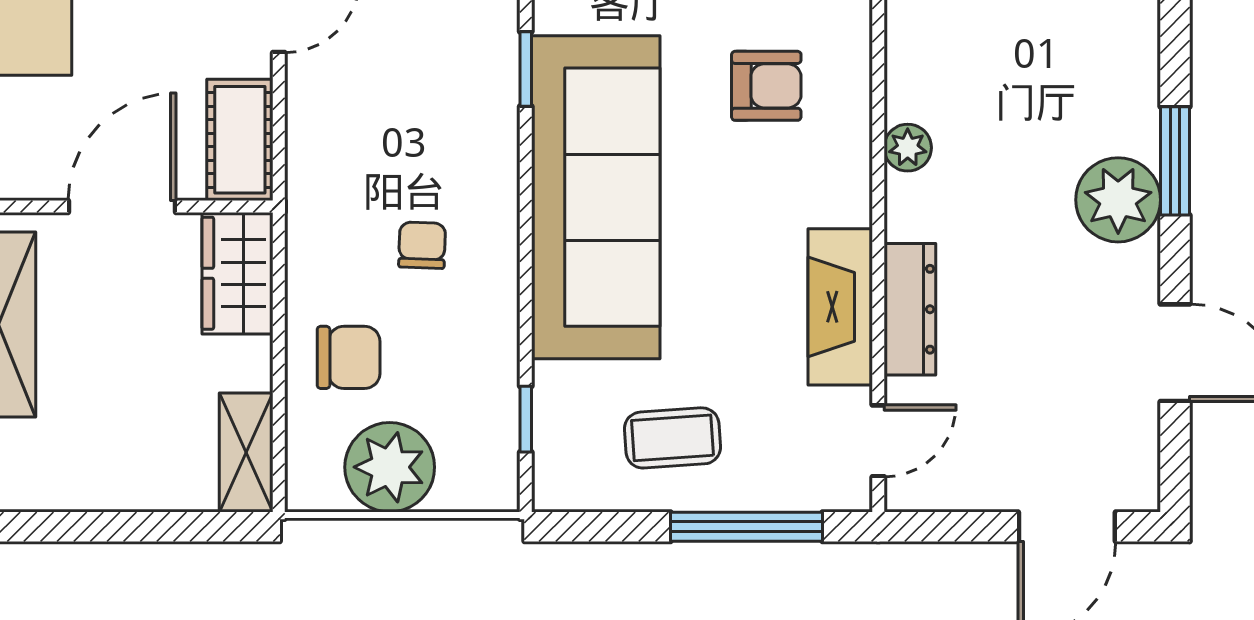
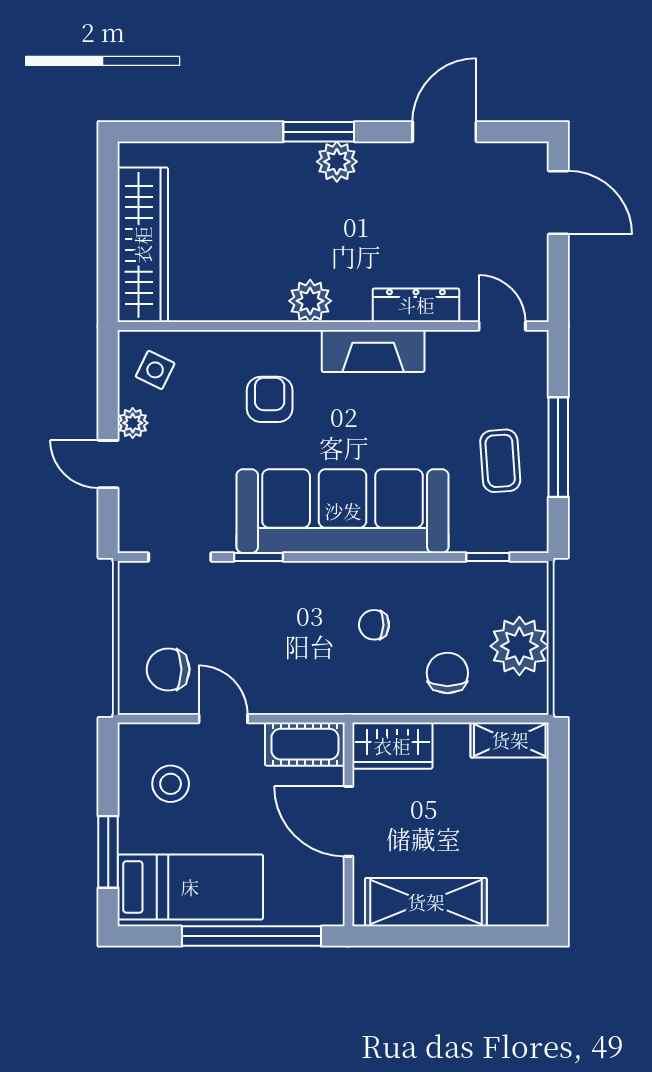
plant: (908, 148) -> (310, 301), width x1.38, depth x1.38
plant: (1118, 200) -> (337, 162), width x0.73, depth x0.73
fireplace: (840, 307) -> (373, 351), moved
window: (747, 527) -> (558, 447), moved

